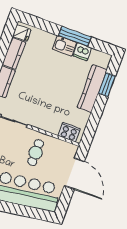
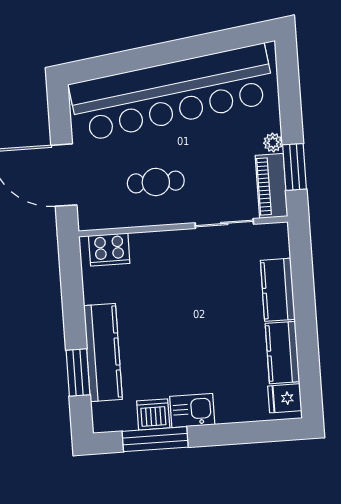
window: (75, 36) -> (155, 439), moved
cafe table: (36, 153) -> (156, 182), turned 90

